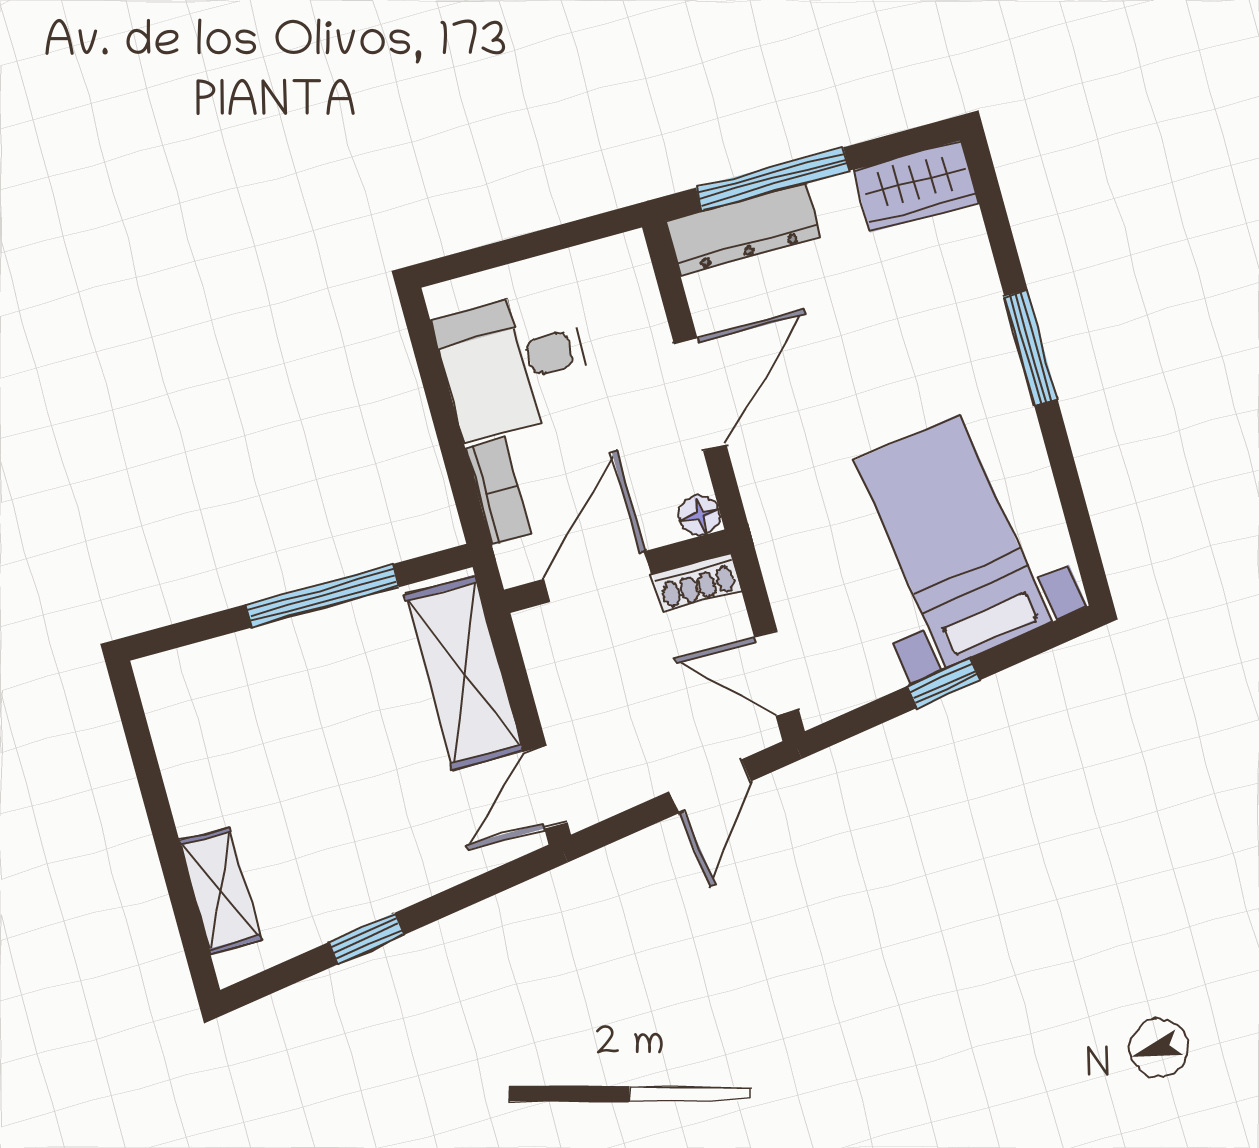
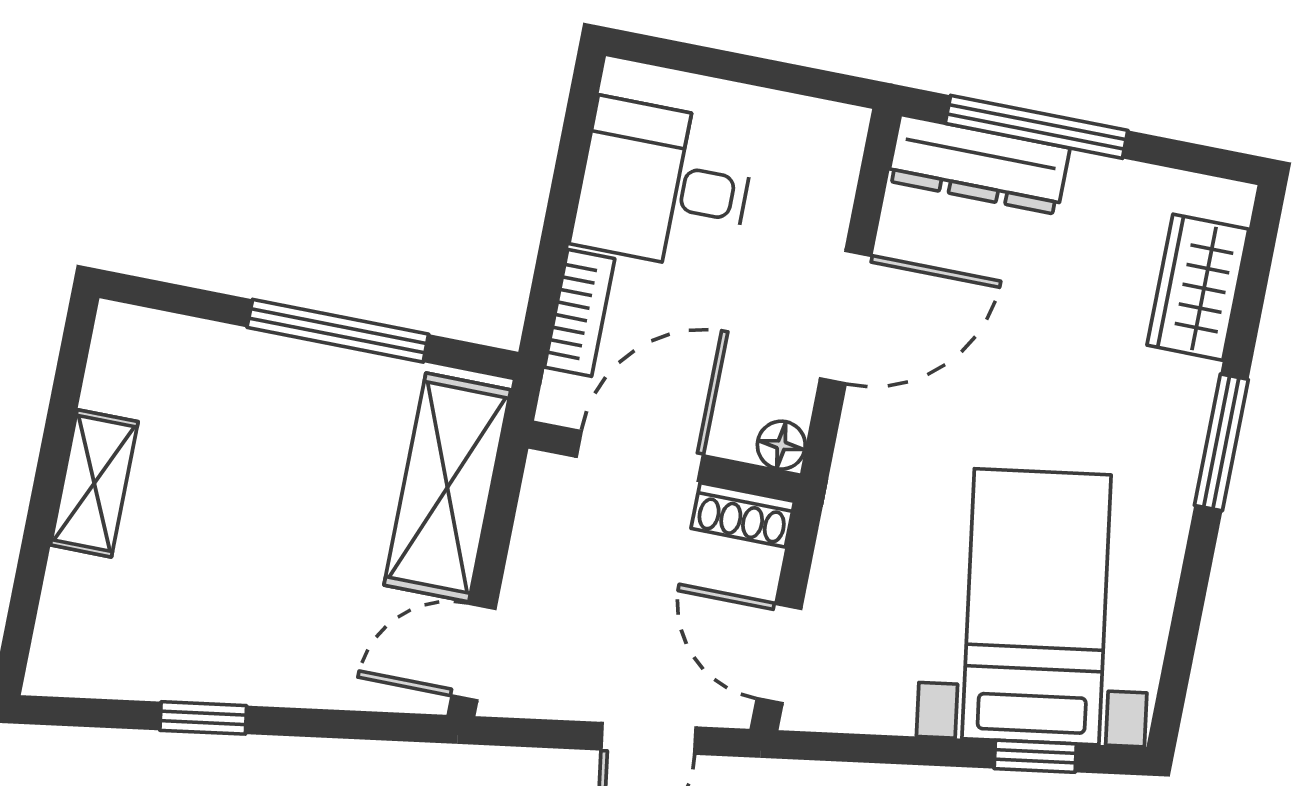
wardrobe: (916, 186) -> (1198, 287), moved, turned 90
window: (944, 683) -> (1035, 756), moved
shelving: (220, 890) -> (94, 483), moved

